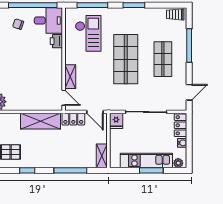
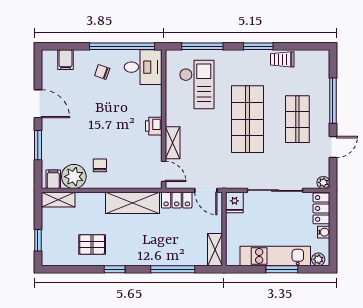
trolley: (175, 14) -> (282, 59), moved
printer: (56, 41) -> (154, 126), moved
door: (189, 92) -> (333, 147), moved
chair: (16, 93) -> (100, 165), added
plant: (182, 106) -> (323, 182), added

